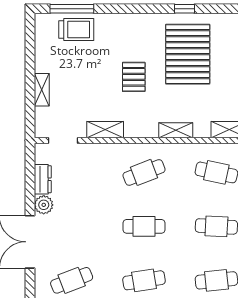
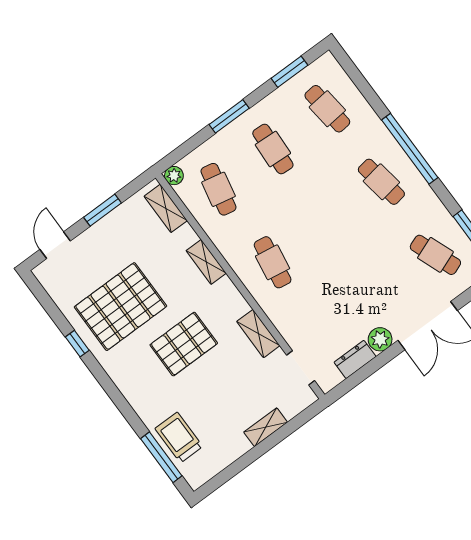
pallet: (134, 77) -> (184, 344), width x1.50, depth x1.42
cafe table: (144, 172) -> (273, 262), turned 30
cafe table: (144, 226) -> (327, 222), removed

